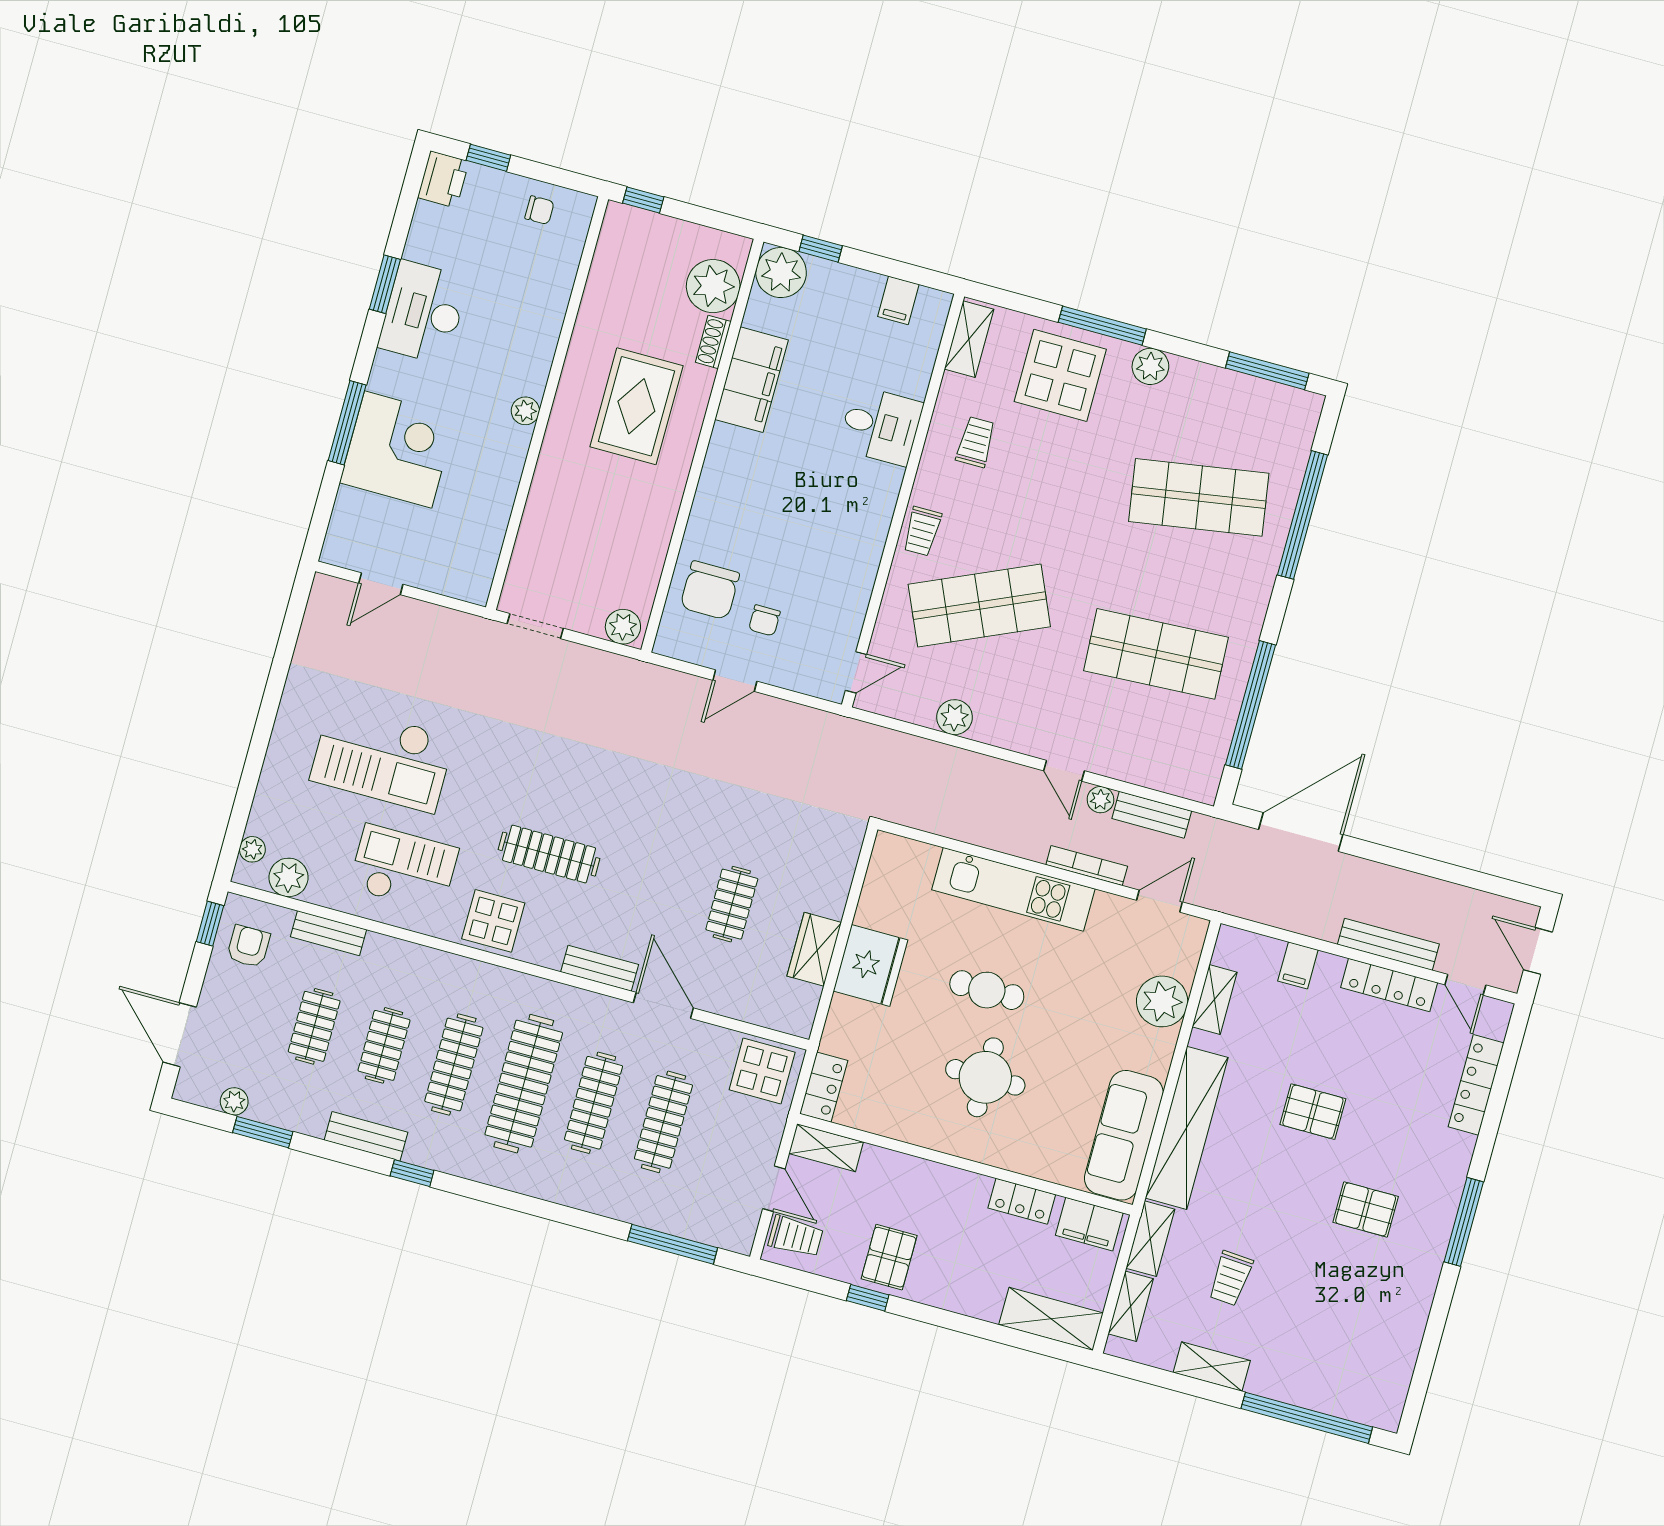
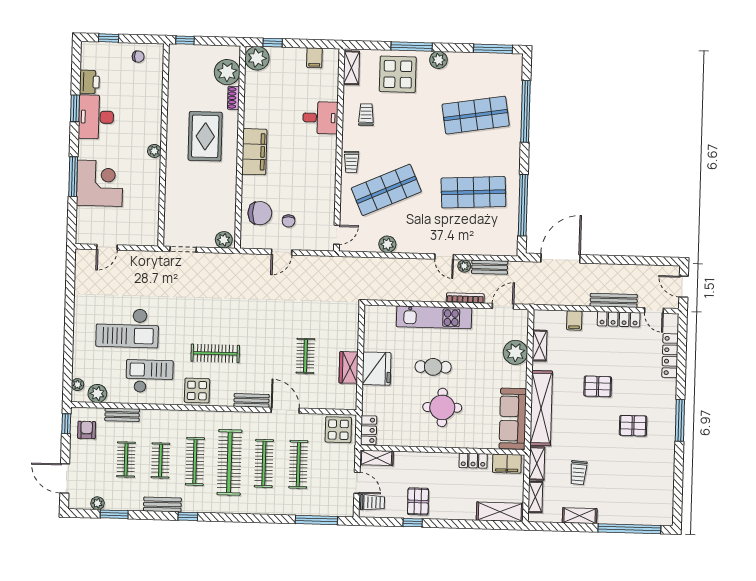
printer: (443, 179) -> (89, 82), moved
filing cabinet: (752, 380) -> (254, 152), moved
chair: (710, 590) -> (260, 213), turned -90

